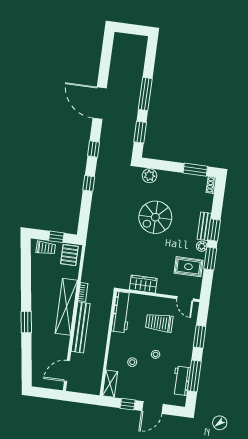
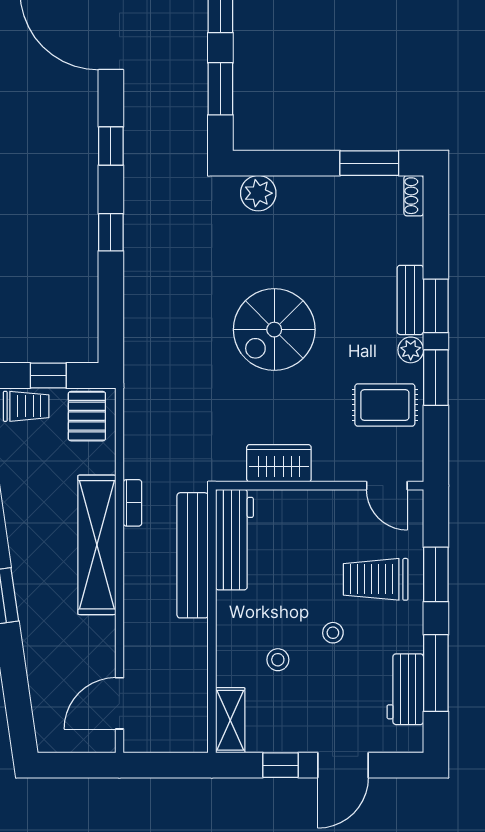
spiral stairs: (155, 217) -> (274, 330), moved
trolley: (159, 323) -> (376, 579), moved
bench: (81, 327) -> (193, 555), moved

